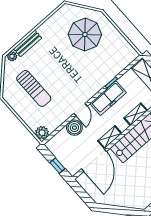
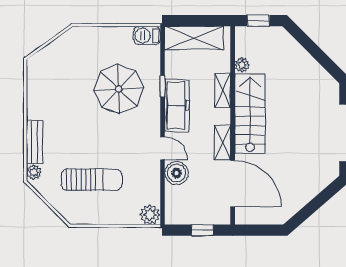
parasol: (85, 35) -> (119, 89), moved
barbecue: (130, 53) -> (147, 36), added

